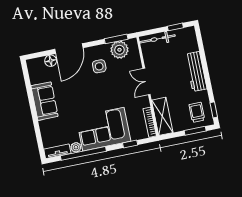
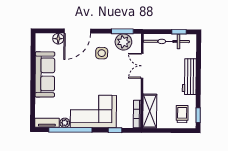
bicycle: (157, 39) -> (166, 41), width x1.37, depth x1.40
double door: (147, 81) -> (142, 66), moved
sofa: (44, 101) -> (45, 74), width x1.36
window: (195, 131) -> (177, 131), removed

